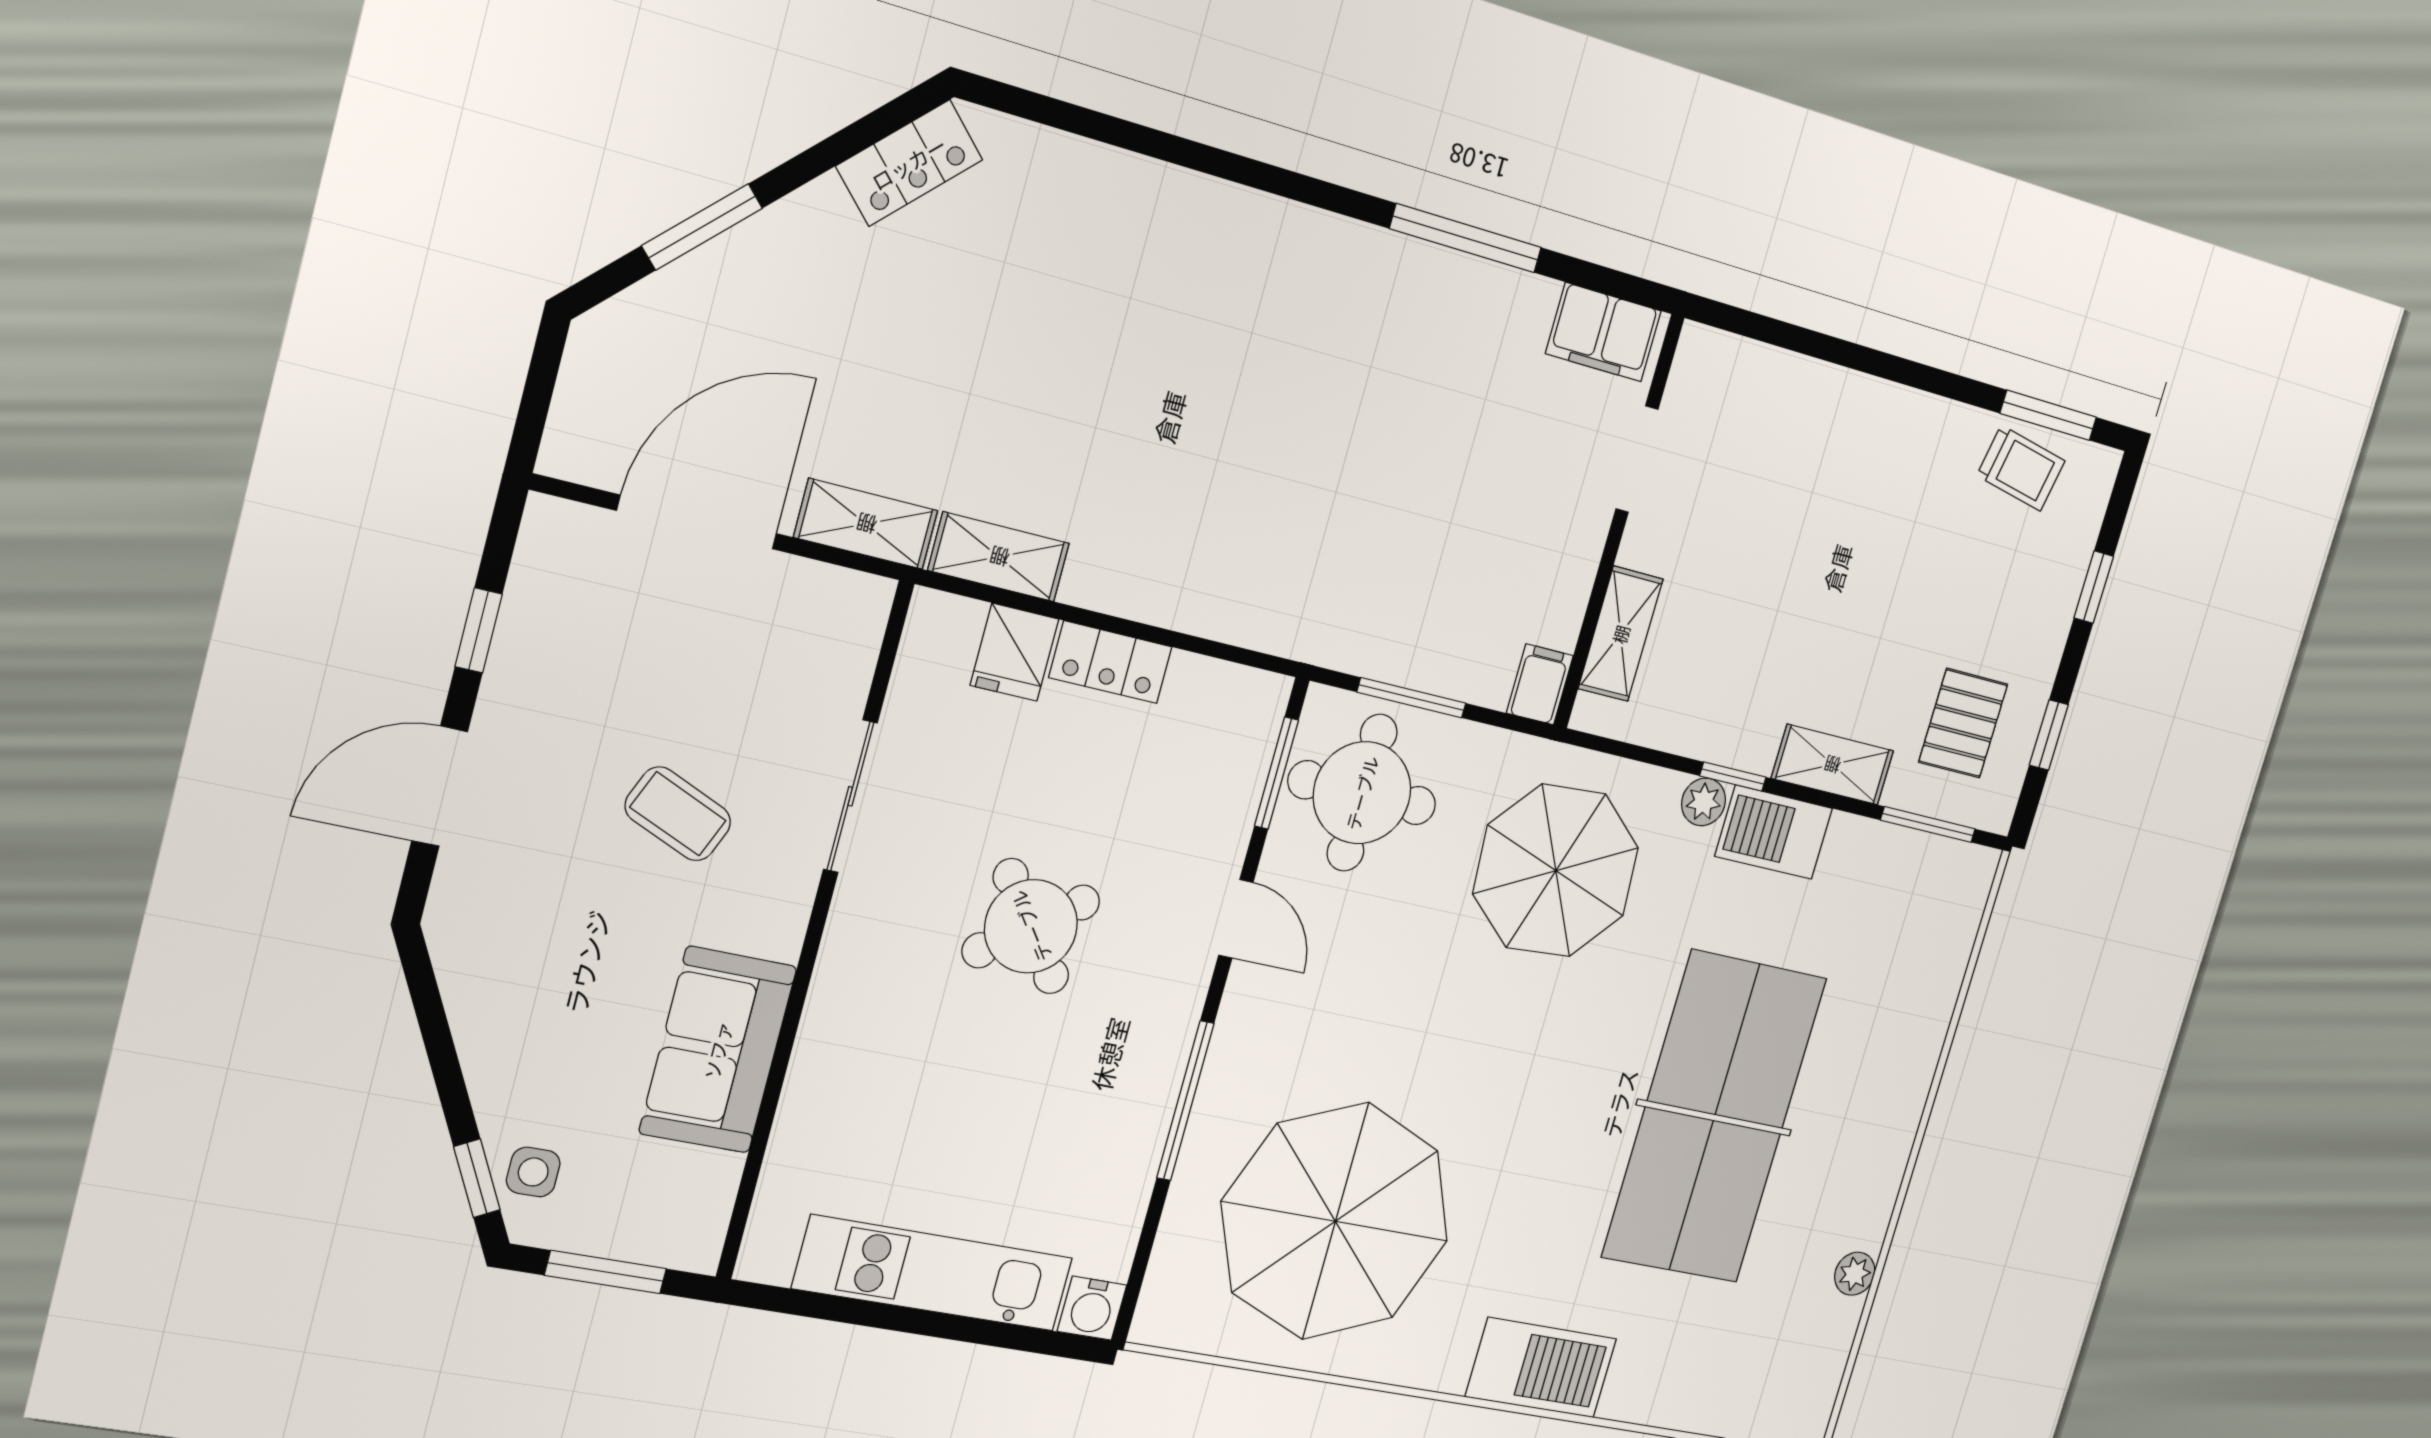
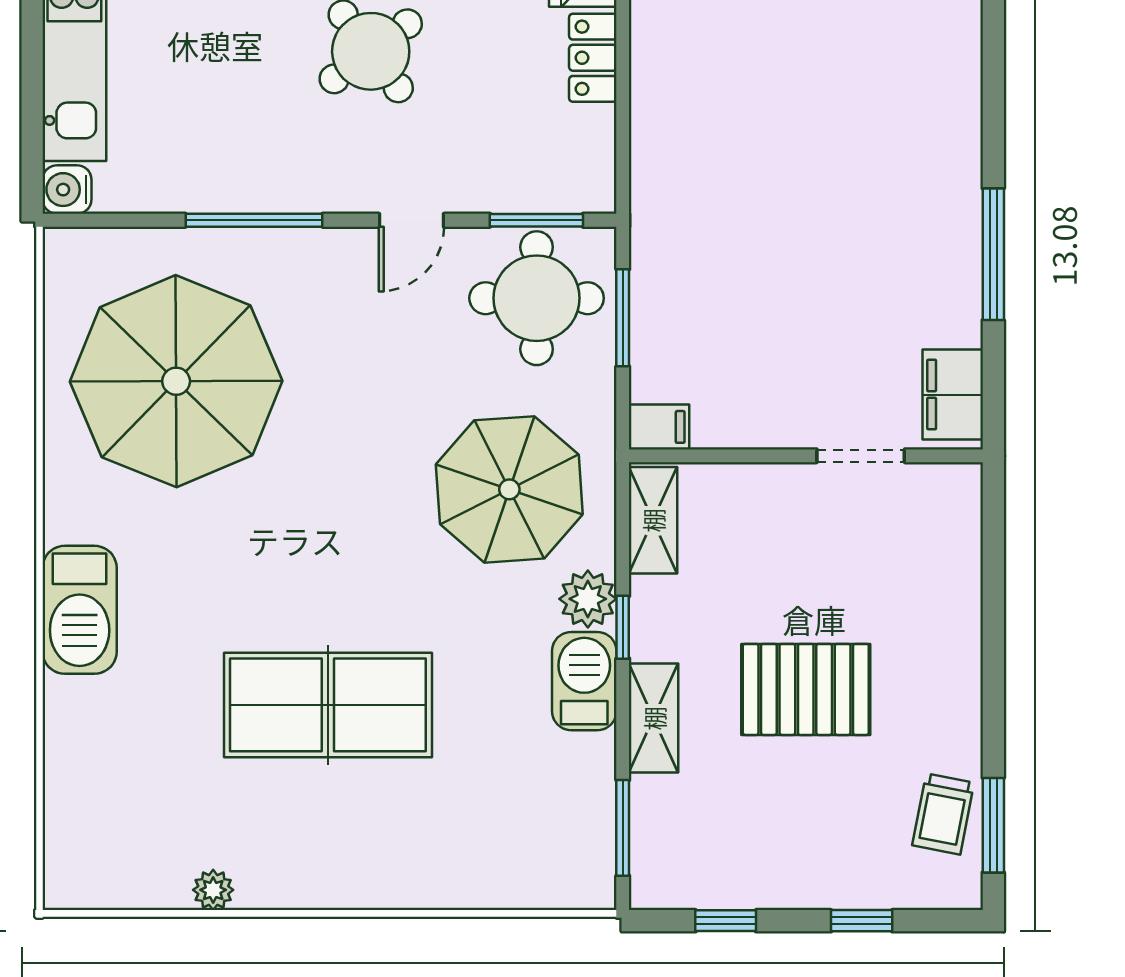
shelving: (1621, 634) -> (653, 520), moved, turned 90
pallet: (1963, 723) -> (806, 689), moved, width x1.50, depth x1.42
plant: (1704, 802) -> (588, 599), width x1.38, depth x1.38
table tennis table: (1714, 1118) -> (328, 705), width x0.73, depth x0.76

